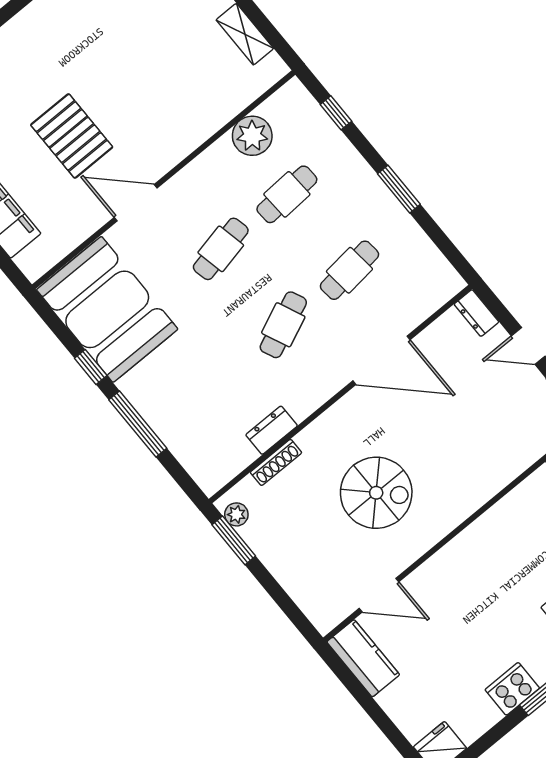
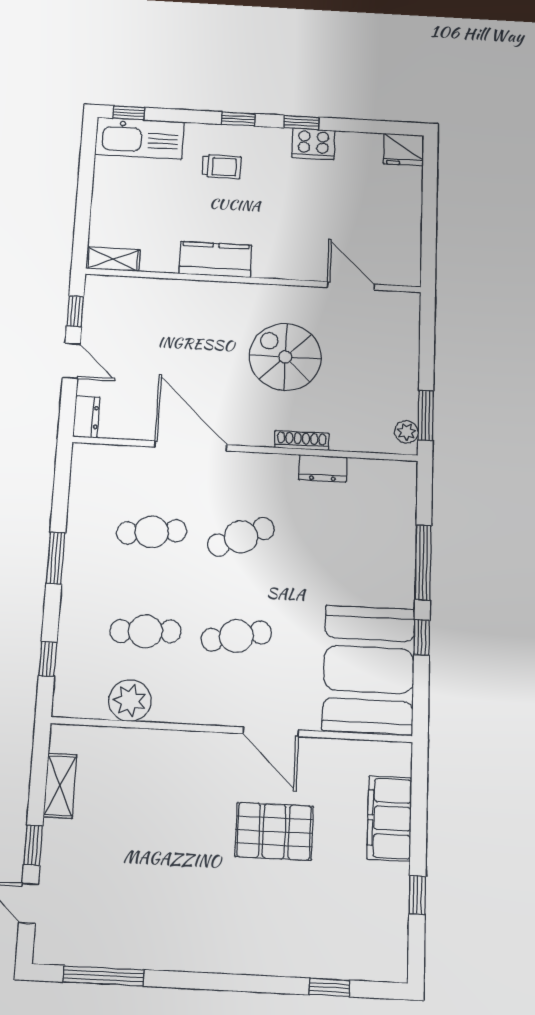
pallet: (72, 136) -> (274, 831), turned 90
shoe rack: (276, 462) -> (302, 441), moved
kitchen counter: (363, 658) -> (215, 259), moved, turned 90

